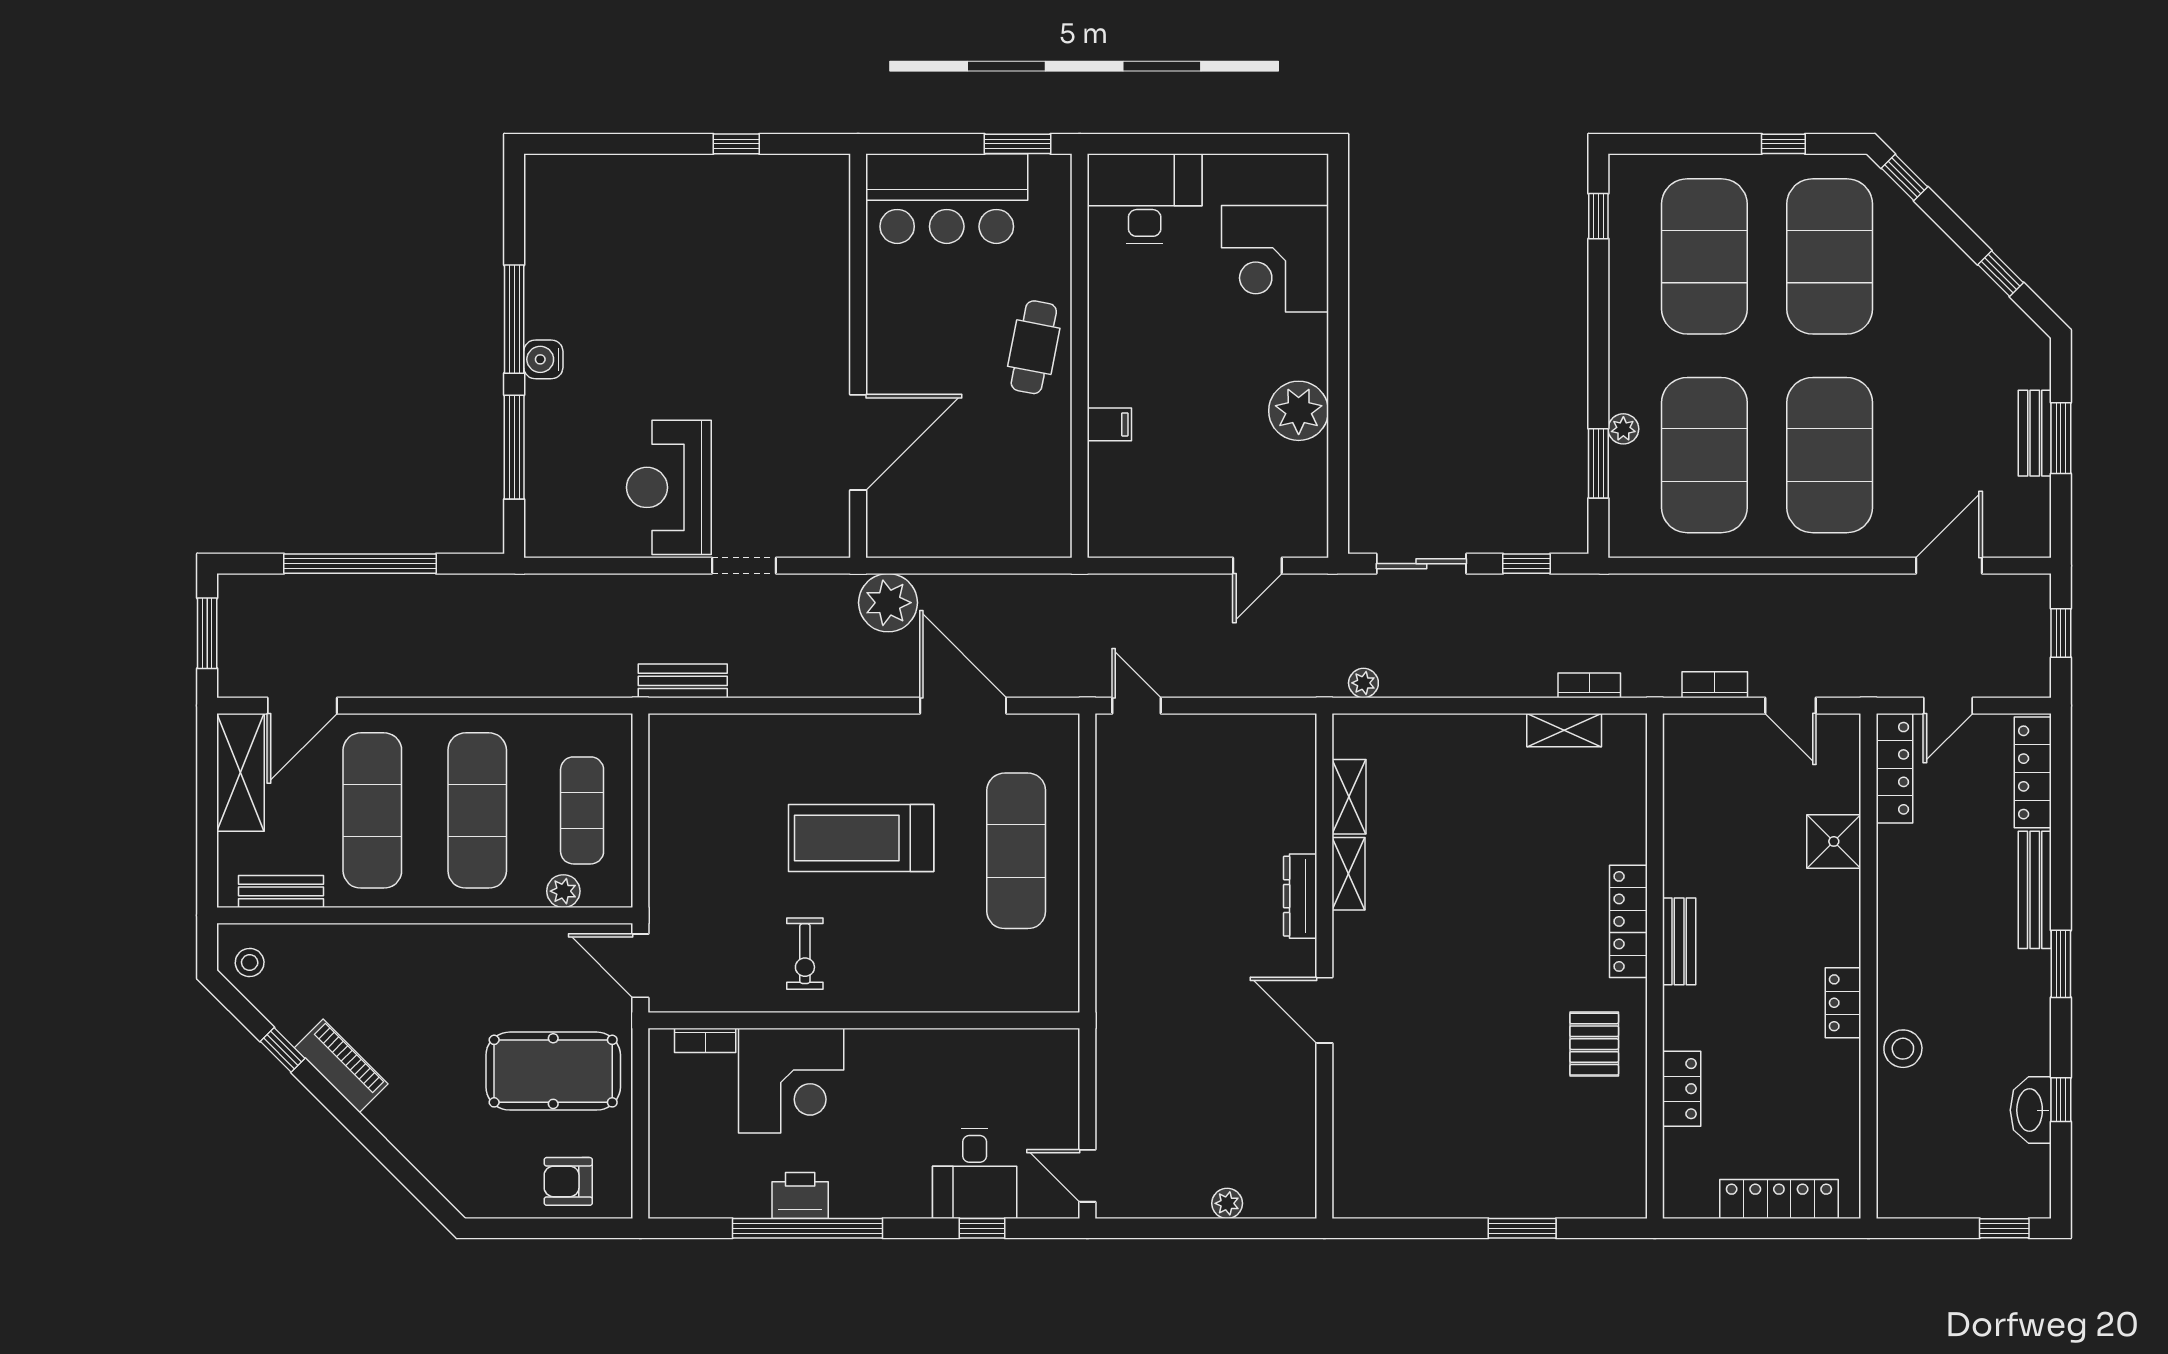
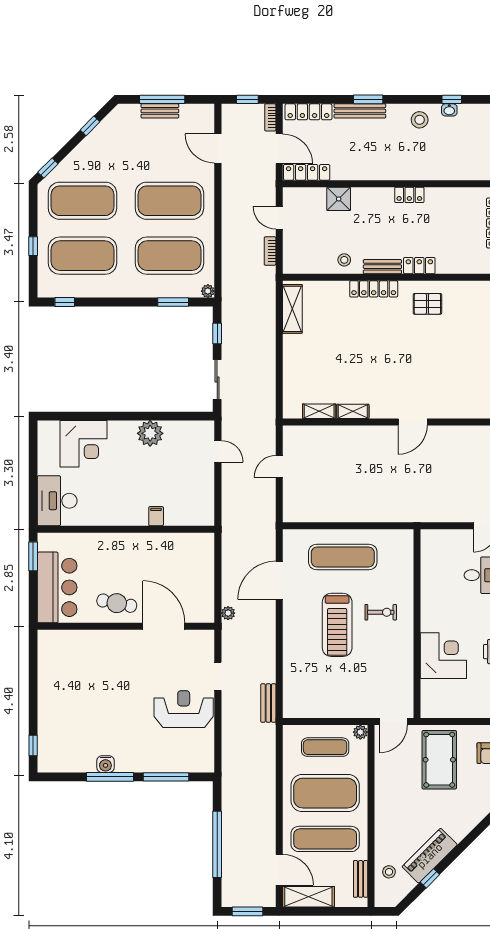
window: (736, 144) -> (33, 746), moved
window: (1783, 144) -> (33, 246), moved
cafe table: (1034, 347) -> (117, 603), moved
water cooler: (543, 359) -> (105, 764), moved
plant: (1623, 429) -> (208, 291), moved
window: (2061, 438) -> (162, 99), width x1.44
reception desk: (669, 487) -> (184, 709), turned 180
plant: (888, 603) -> (228, 613), width x0.53, depth x0.53
plant: (1363, 683) -> (269, 405), removed
bookcase: (1589, 685) -> (270, 117), moved
door: (1136, 706) -> (279, 466), moved
door: (1791, 706) -> (279, 218), swing flipped
door: (1948, 706) -> (279, 149), width x1.38
shelving: (1564, 730) -> (292, 309), width x1.50, depth x1.33
exercise mat: (477, 810) -> (325, 793), width x1.47
stool: (1695, 854) -> (344, 260), added
plant: (563, 891) -> (360, 732), moved
dresser: (1300, 896) -> (363, 433), removed
exercise bike: (805, 954) -> (381, 612), moved
stool: (250, 963) -> (389, 872), moved
window: (2061, 964) -> (368, 99), moved
bookcase: (705, 1040) -> (426, 693), removed
stool: (1903, 1049) -> (420, 120), moved
piano: (341, 1066) -> (430, 856), width x1.37, depth x1.33
locker: (1682, 1089) -> (419, 266), moved
washbasin: (2031, 1110) -> (449, 110), width x0.52, depth x0.69

